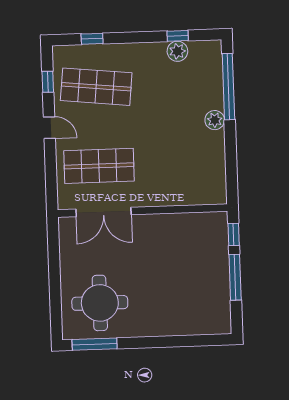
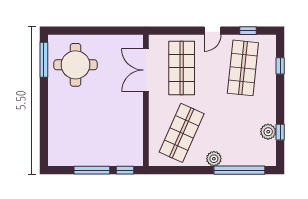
shop shelf: (183, 163) -> (182, 133), added

